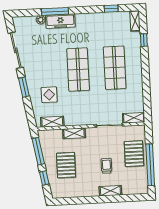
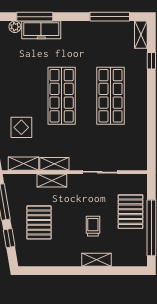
window: (111, 9) -> (110, 17), width x2.17
shelving: (134, 118) -> (54, 164), moved

